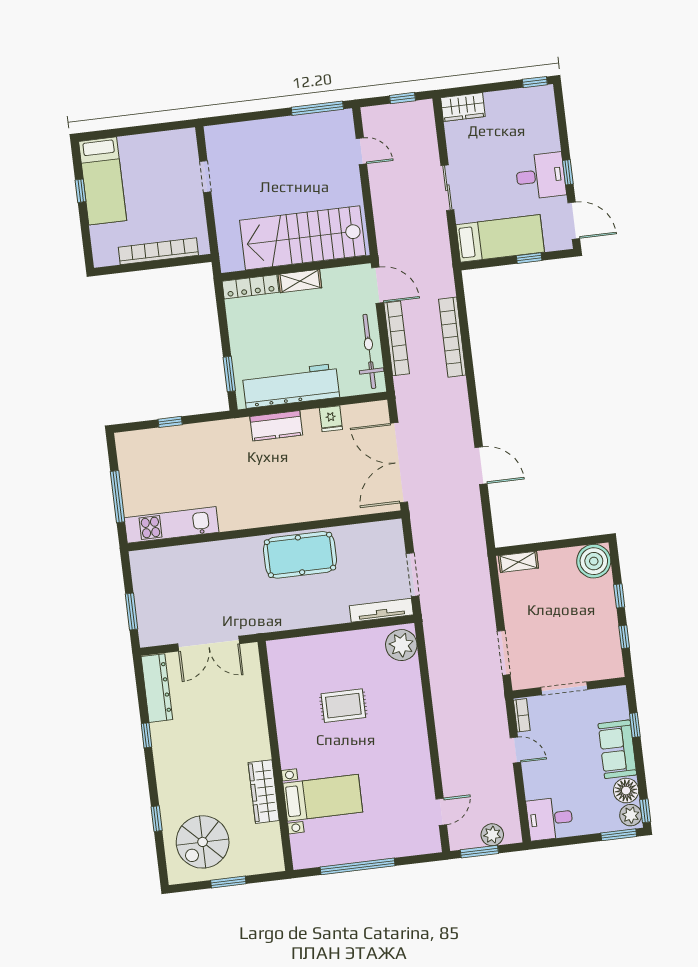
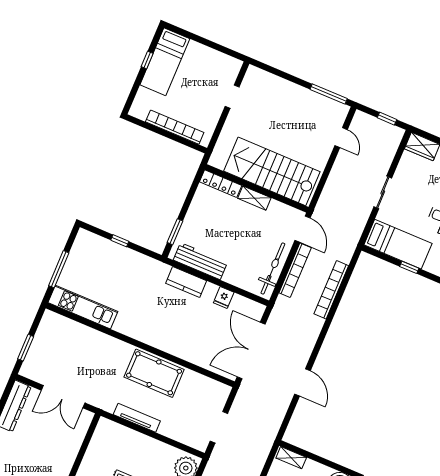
workbench: (291, 386) -> (200, 261), width x0.73, depth x0.76
tv unit: (381, 610) -> (137, 418), moved

